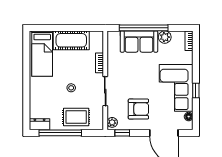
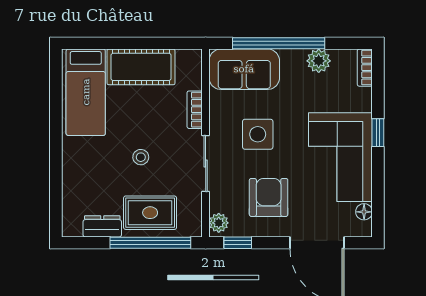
sofa: (139, 42) -> (244, 69), moved
side table: (133, 76) -> (258, 134), added
window: (196, 91) -> (378, 133), moved
armchair: (138, 109) -> (269, 197), turned -90
dresser: (39, 124) -> (102, 226), moved
window: (60, 133) -> (150, 243), moved

